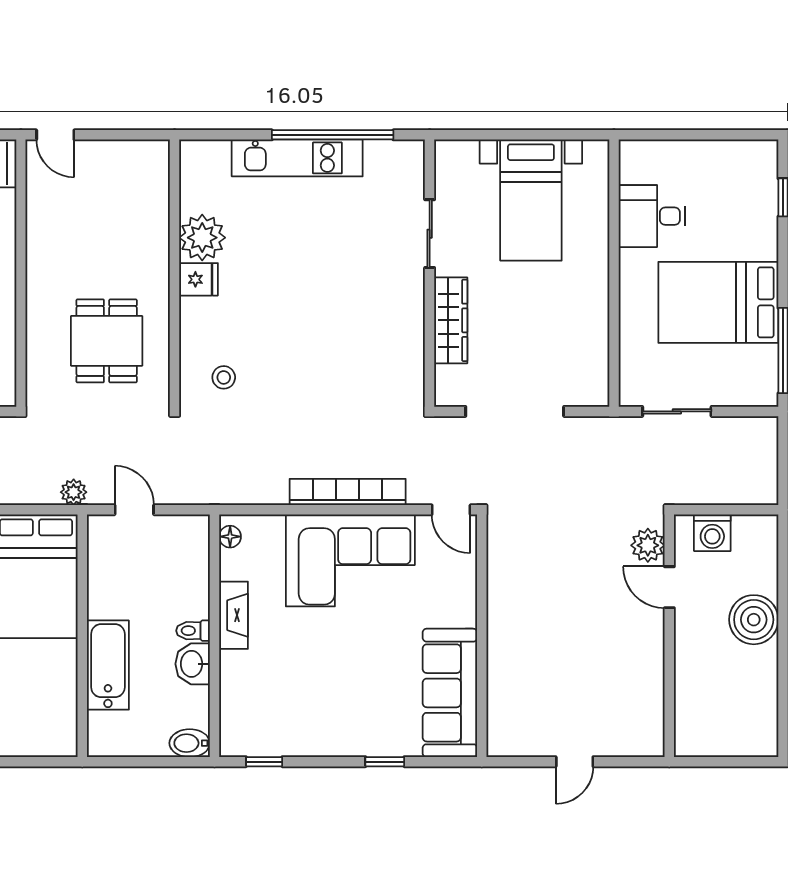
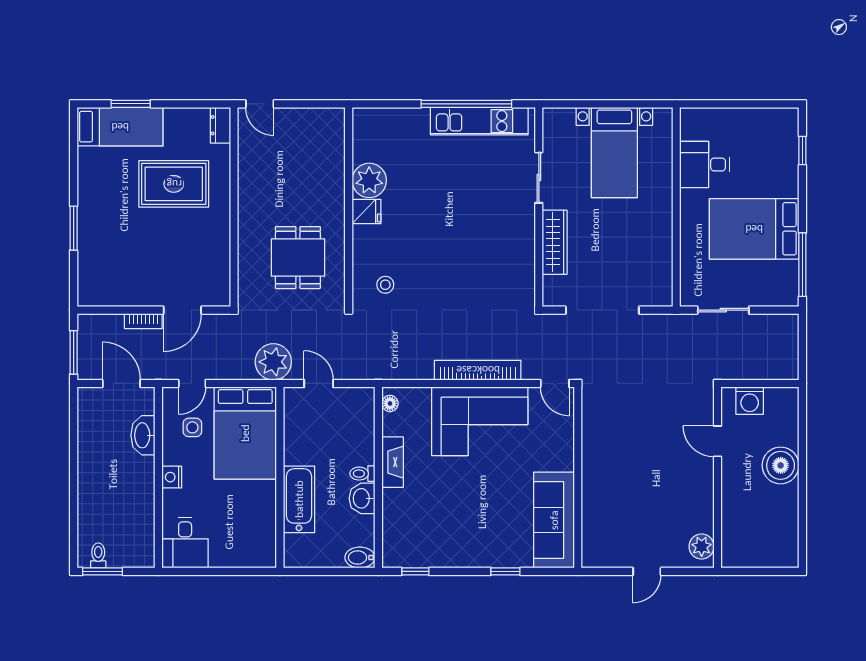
kitchen unit: (297, 158) -> (479, 121), moved
plant: (74, 492) -> (273, 362), width x1.88, depth x1.88
plant: (648, 545) -> (702, 547), moved

